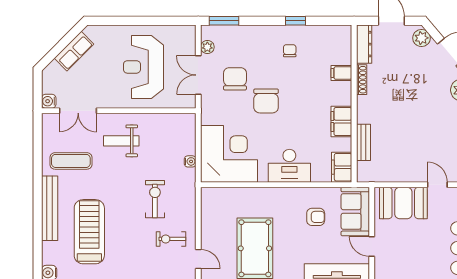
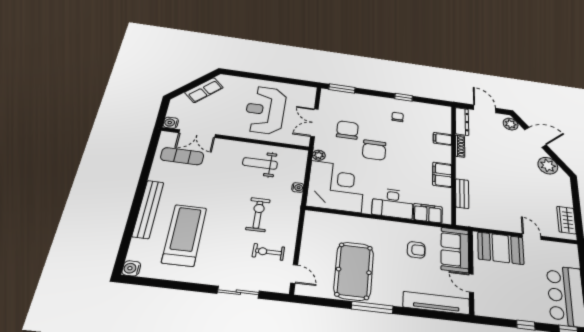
plant: (207, 47) -> (319, 155), moved
weight bench: (121, 141) -> (260, 163), moved
exercise mat: (71, 161) -> (182, 156), moved
filing cabinet: (342, 167) -> (428, 213), moved, turned 90

